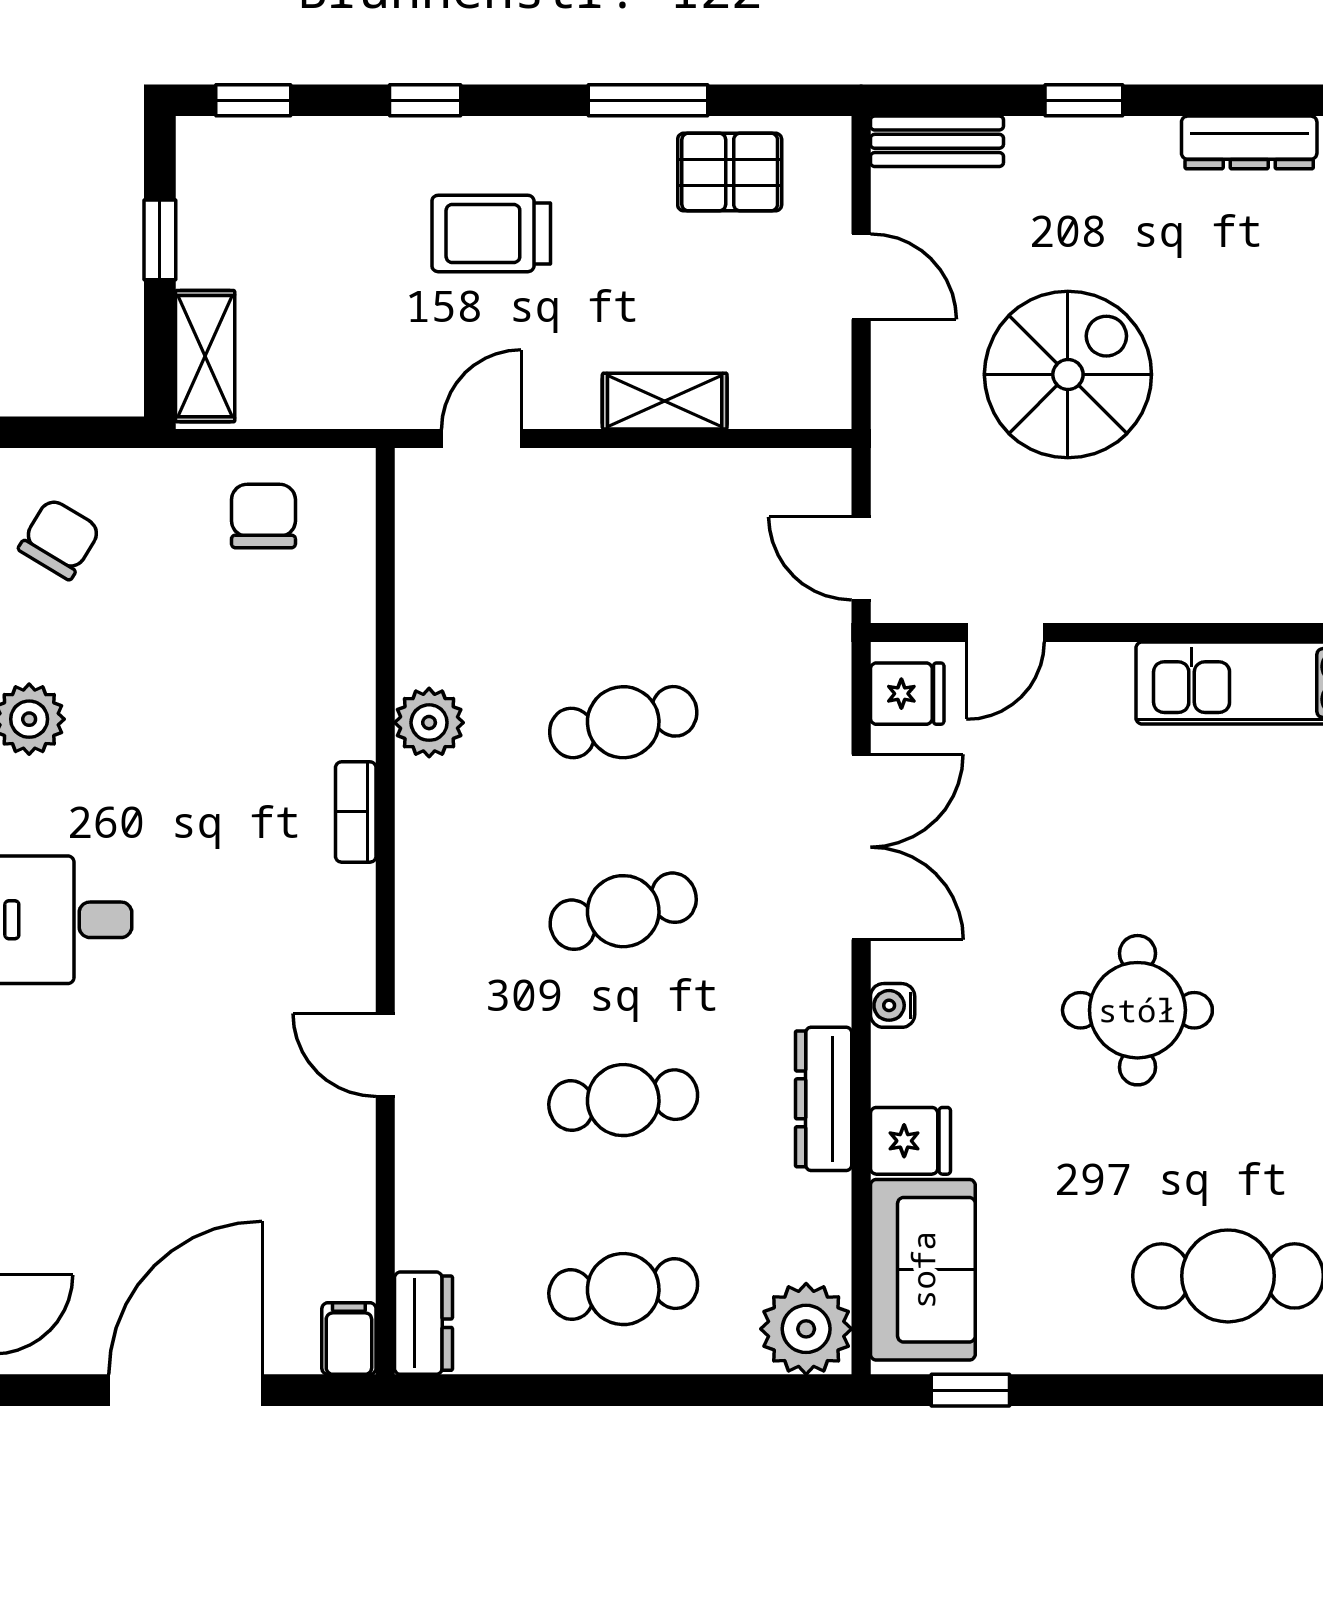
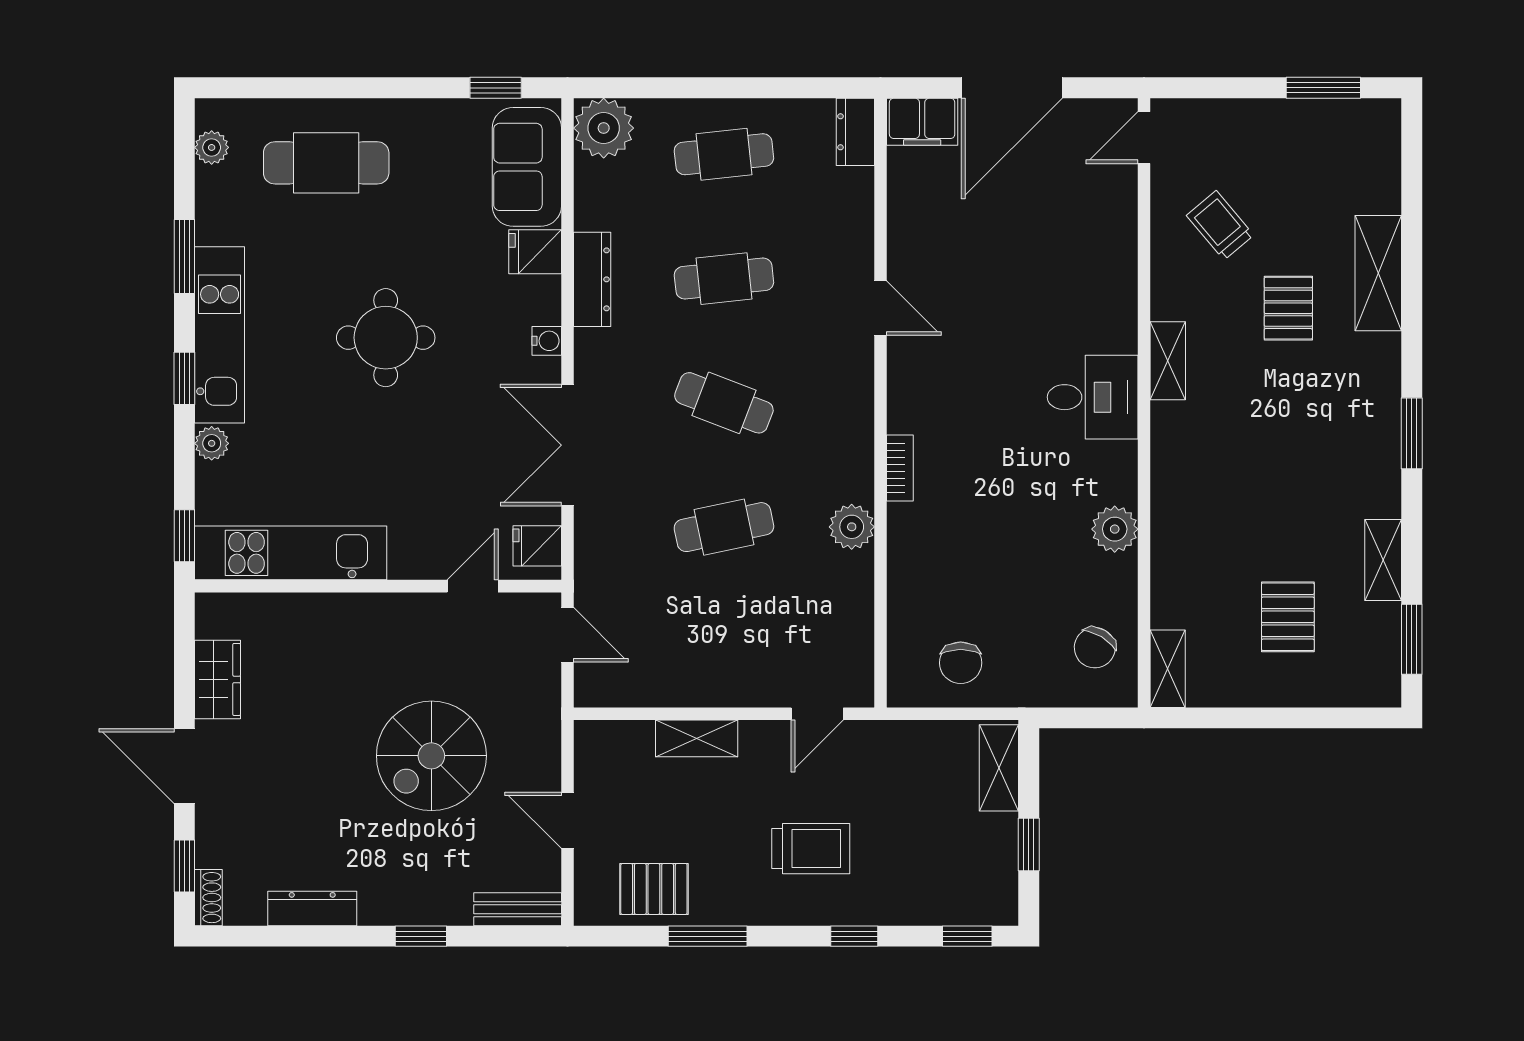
cafe table: (623, 911) -> (724, 403), turned 36
filing cabinet: (349, 1339) -> (922, 122), width x2.00

